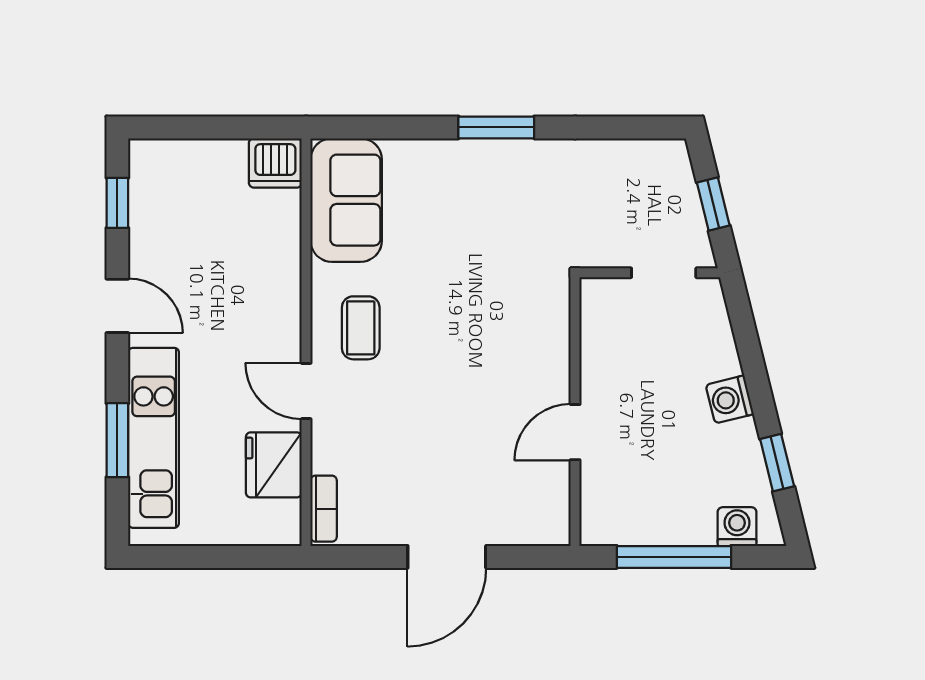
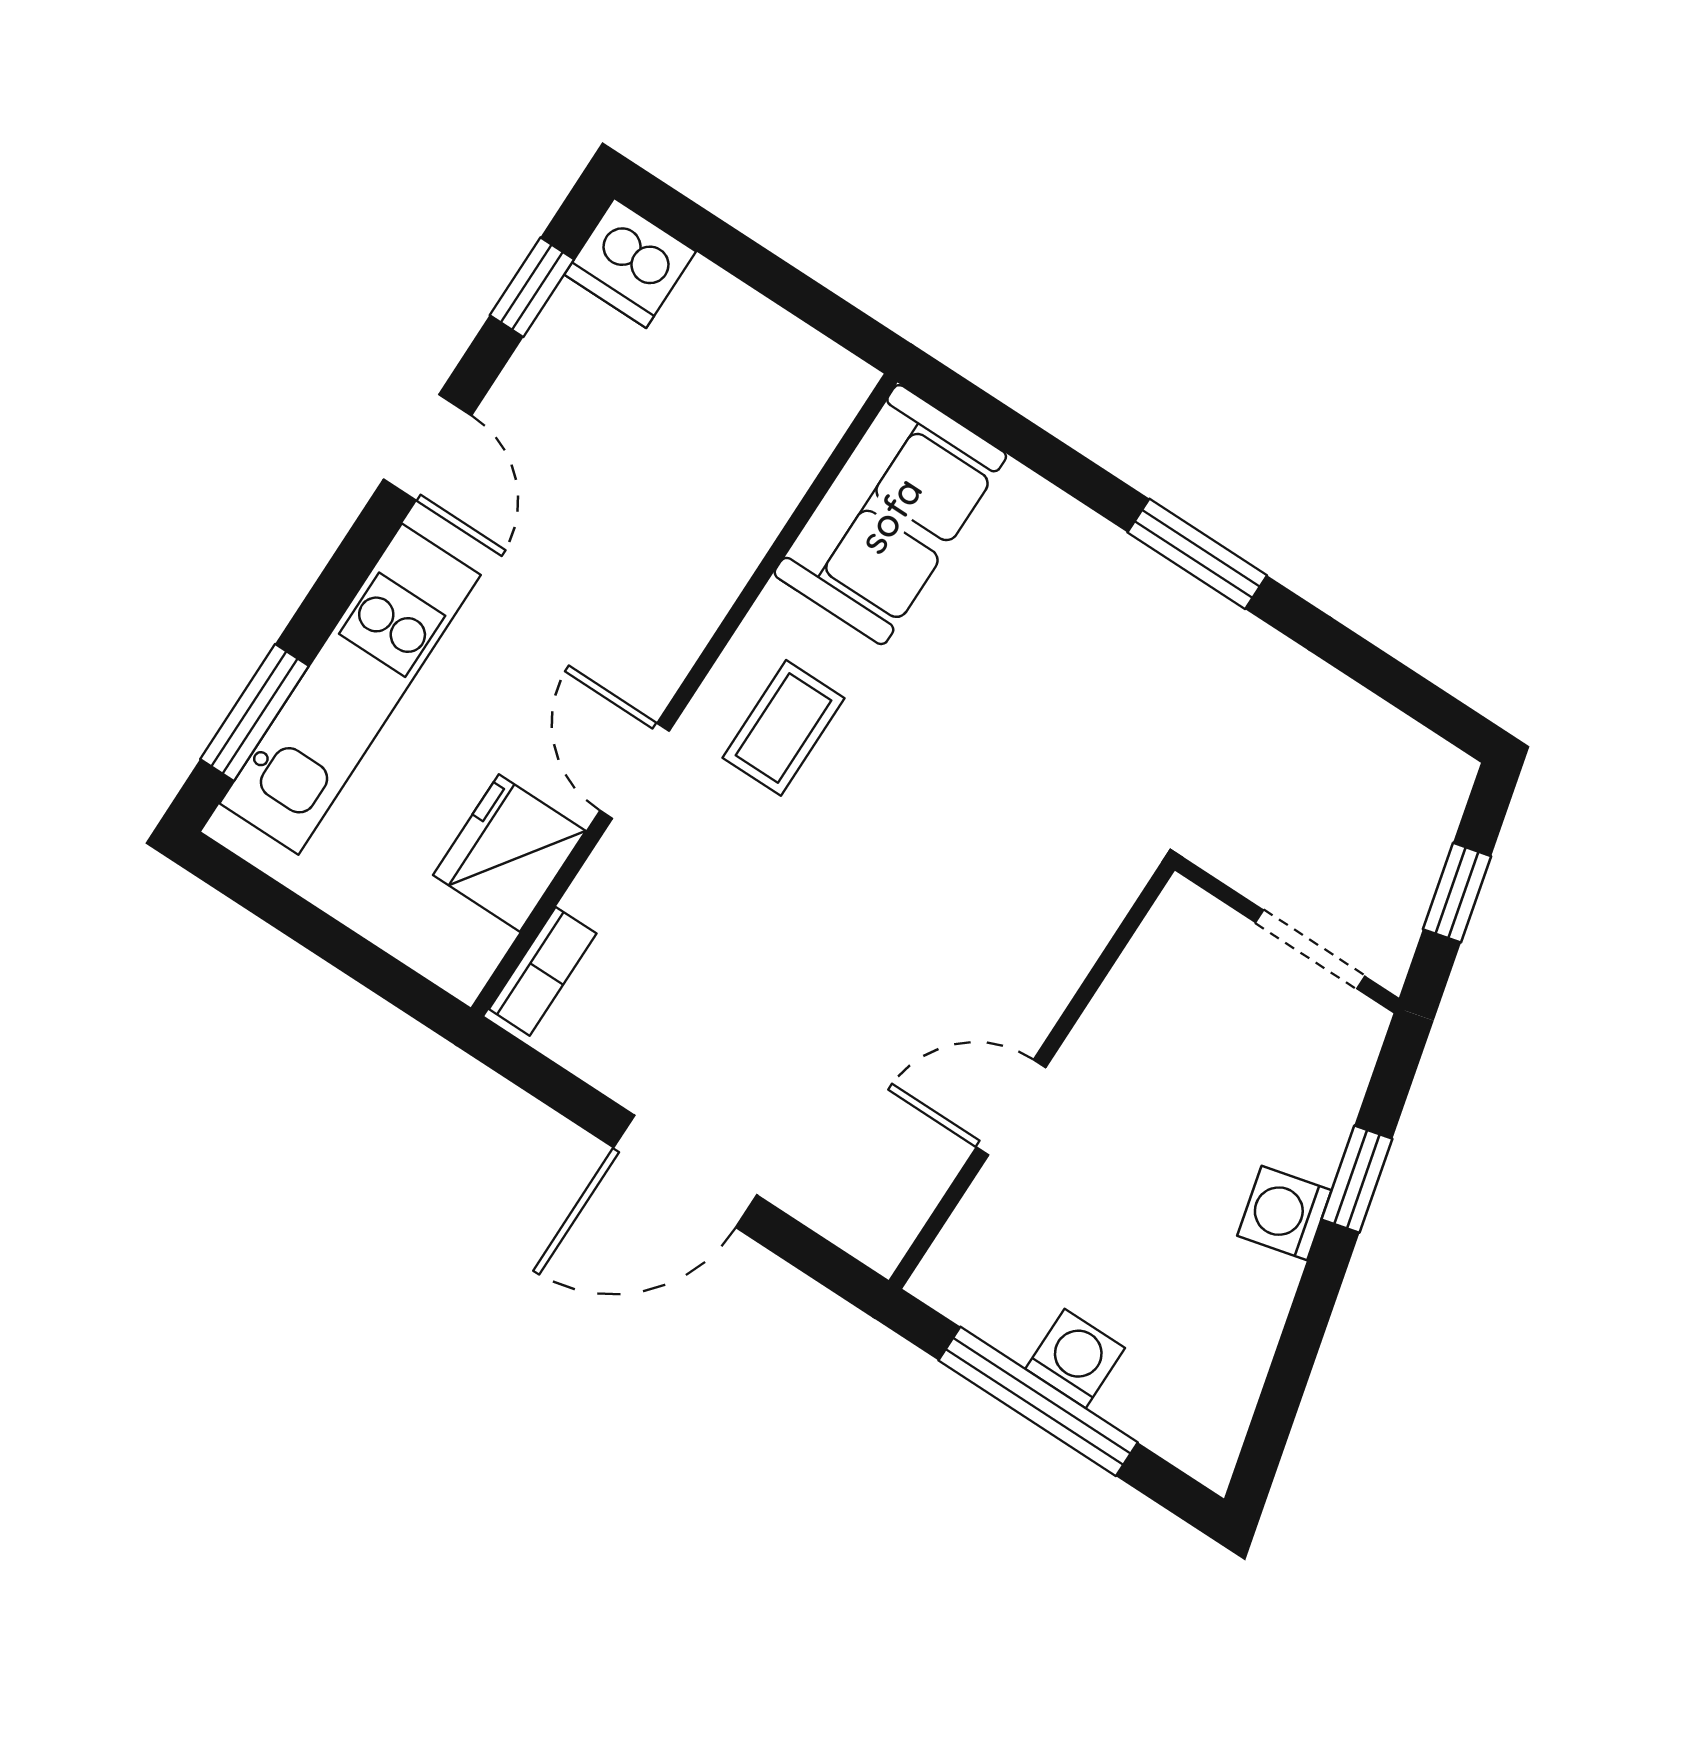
dishwasher: (275, 163) -> (630, 263), moved
window: (117, 440) -> (255, 712), moved
window: (777, 463) -> (1357, 1179), moved
washing machine: (737, 527) -> (1075, 1358), moved

